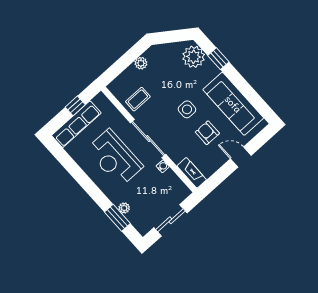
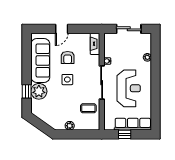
plant: (194, 57) -> (39, 91), moved
door: (241, 157) -> (62, 29), hinge flipped
window: (117, 218) -> (156, 55), removed

